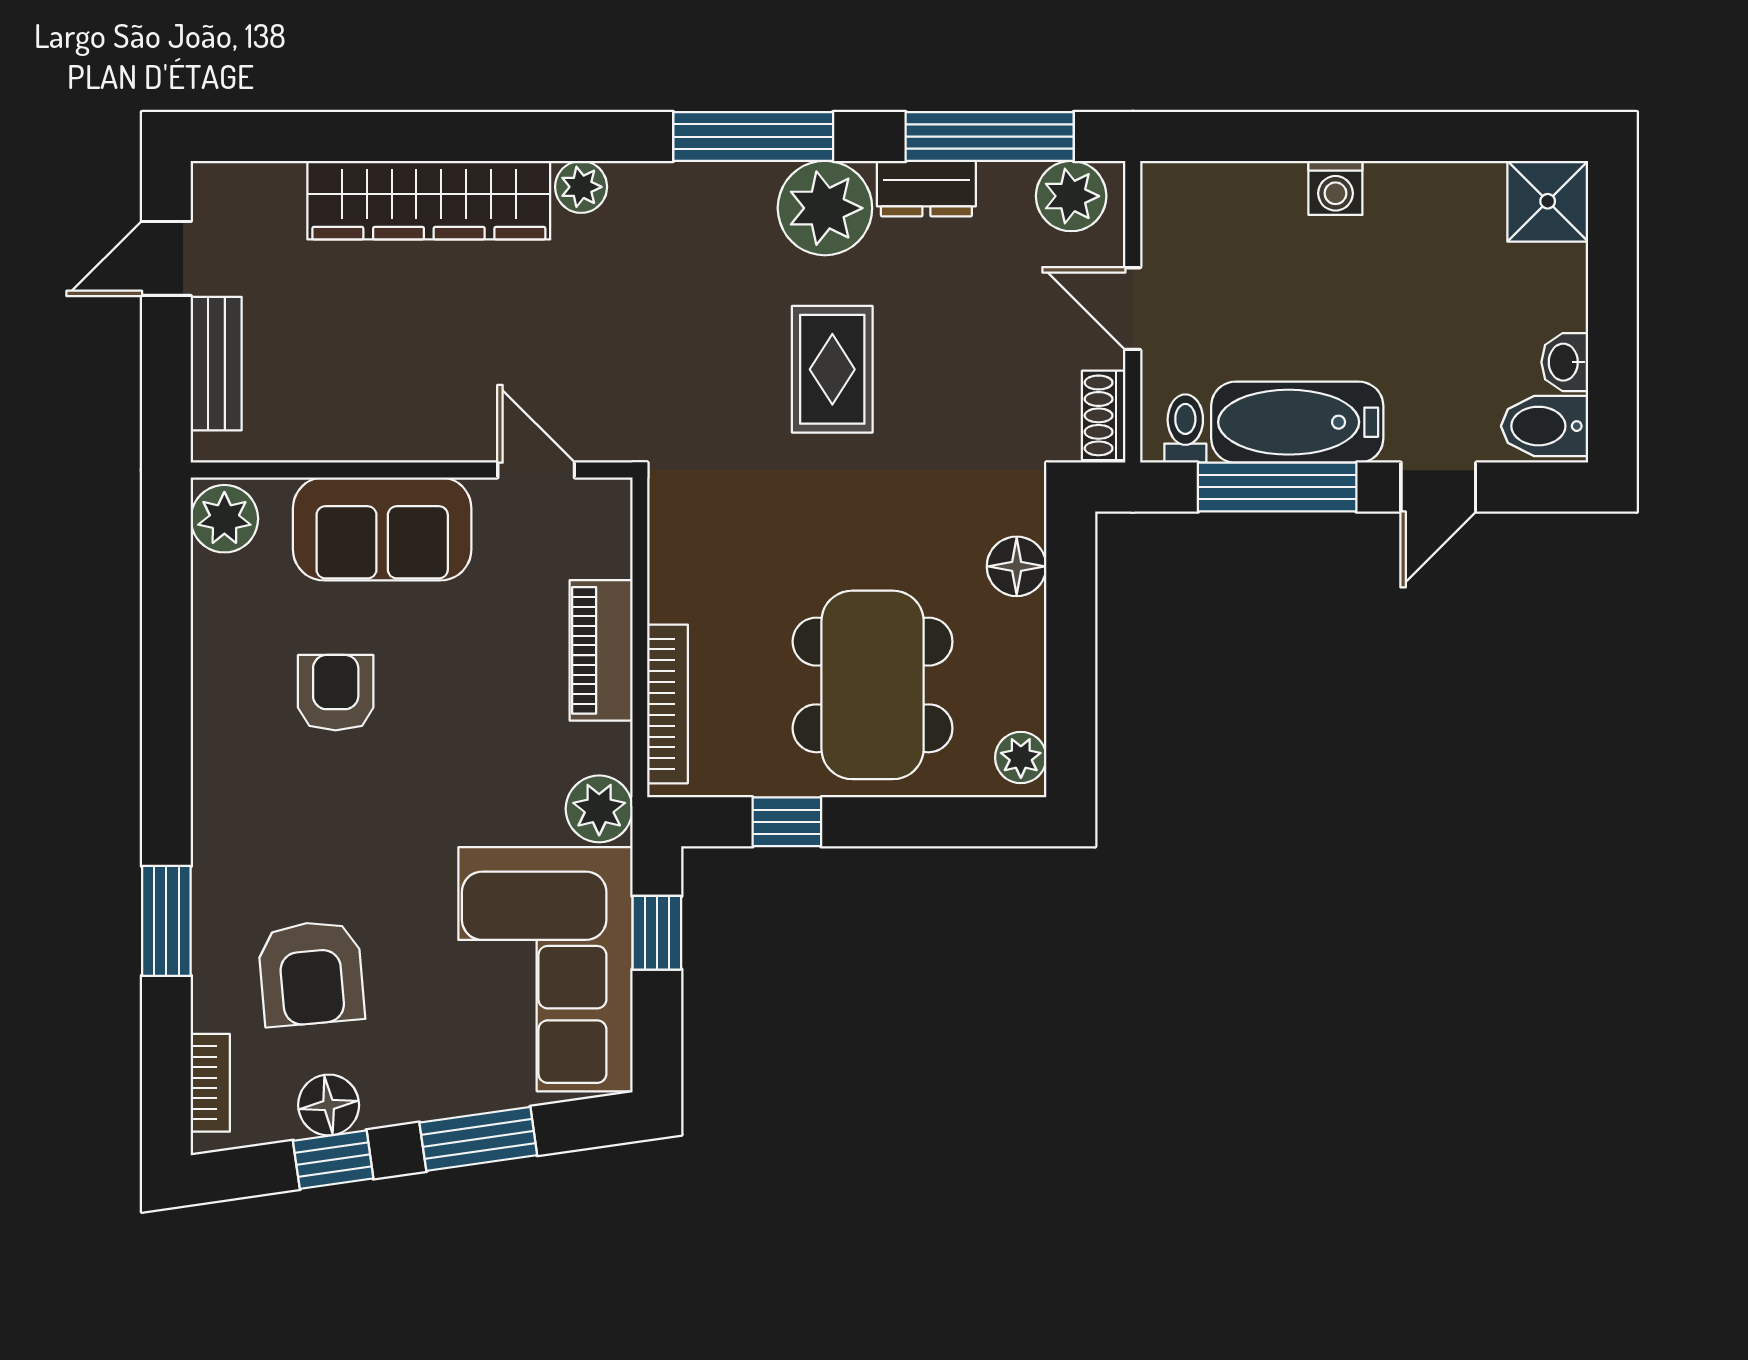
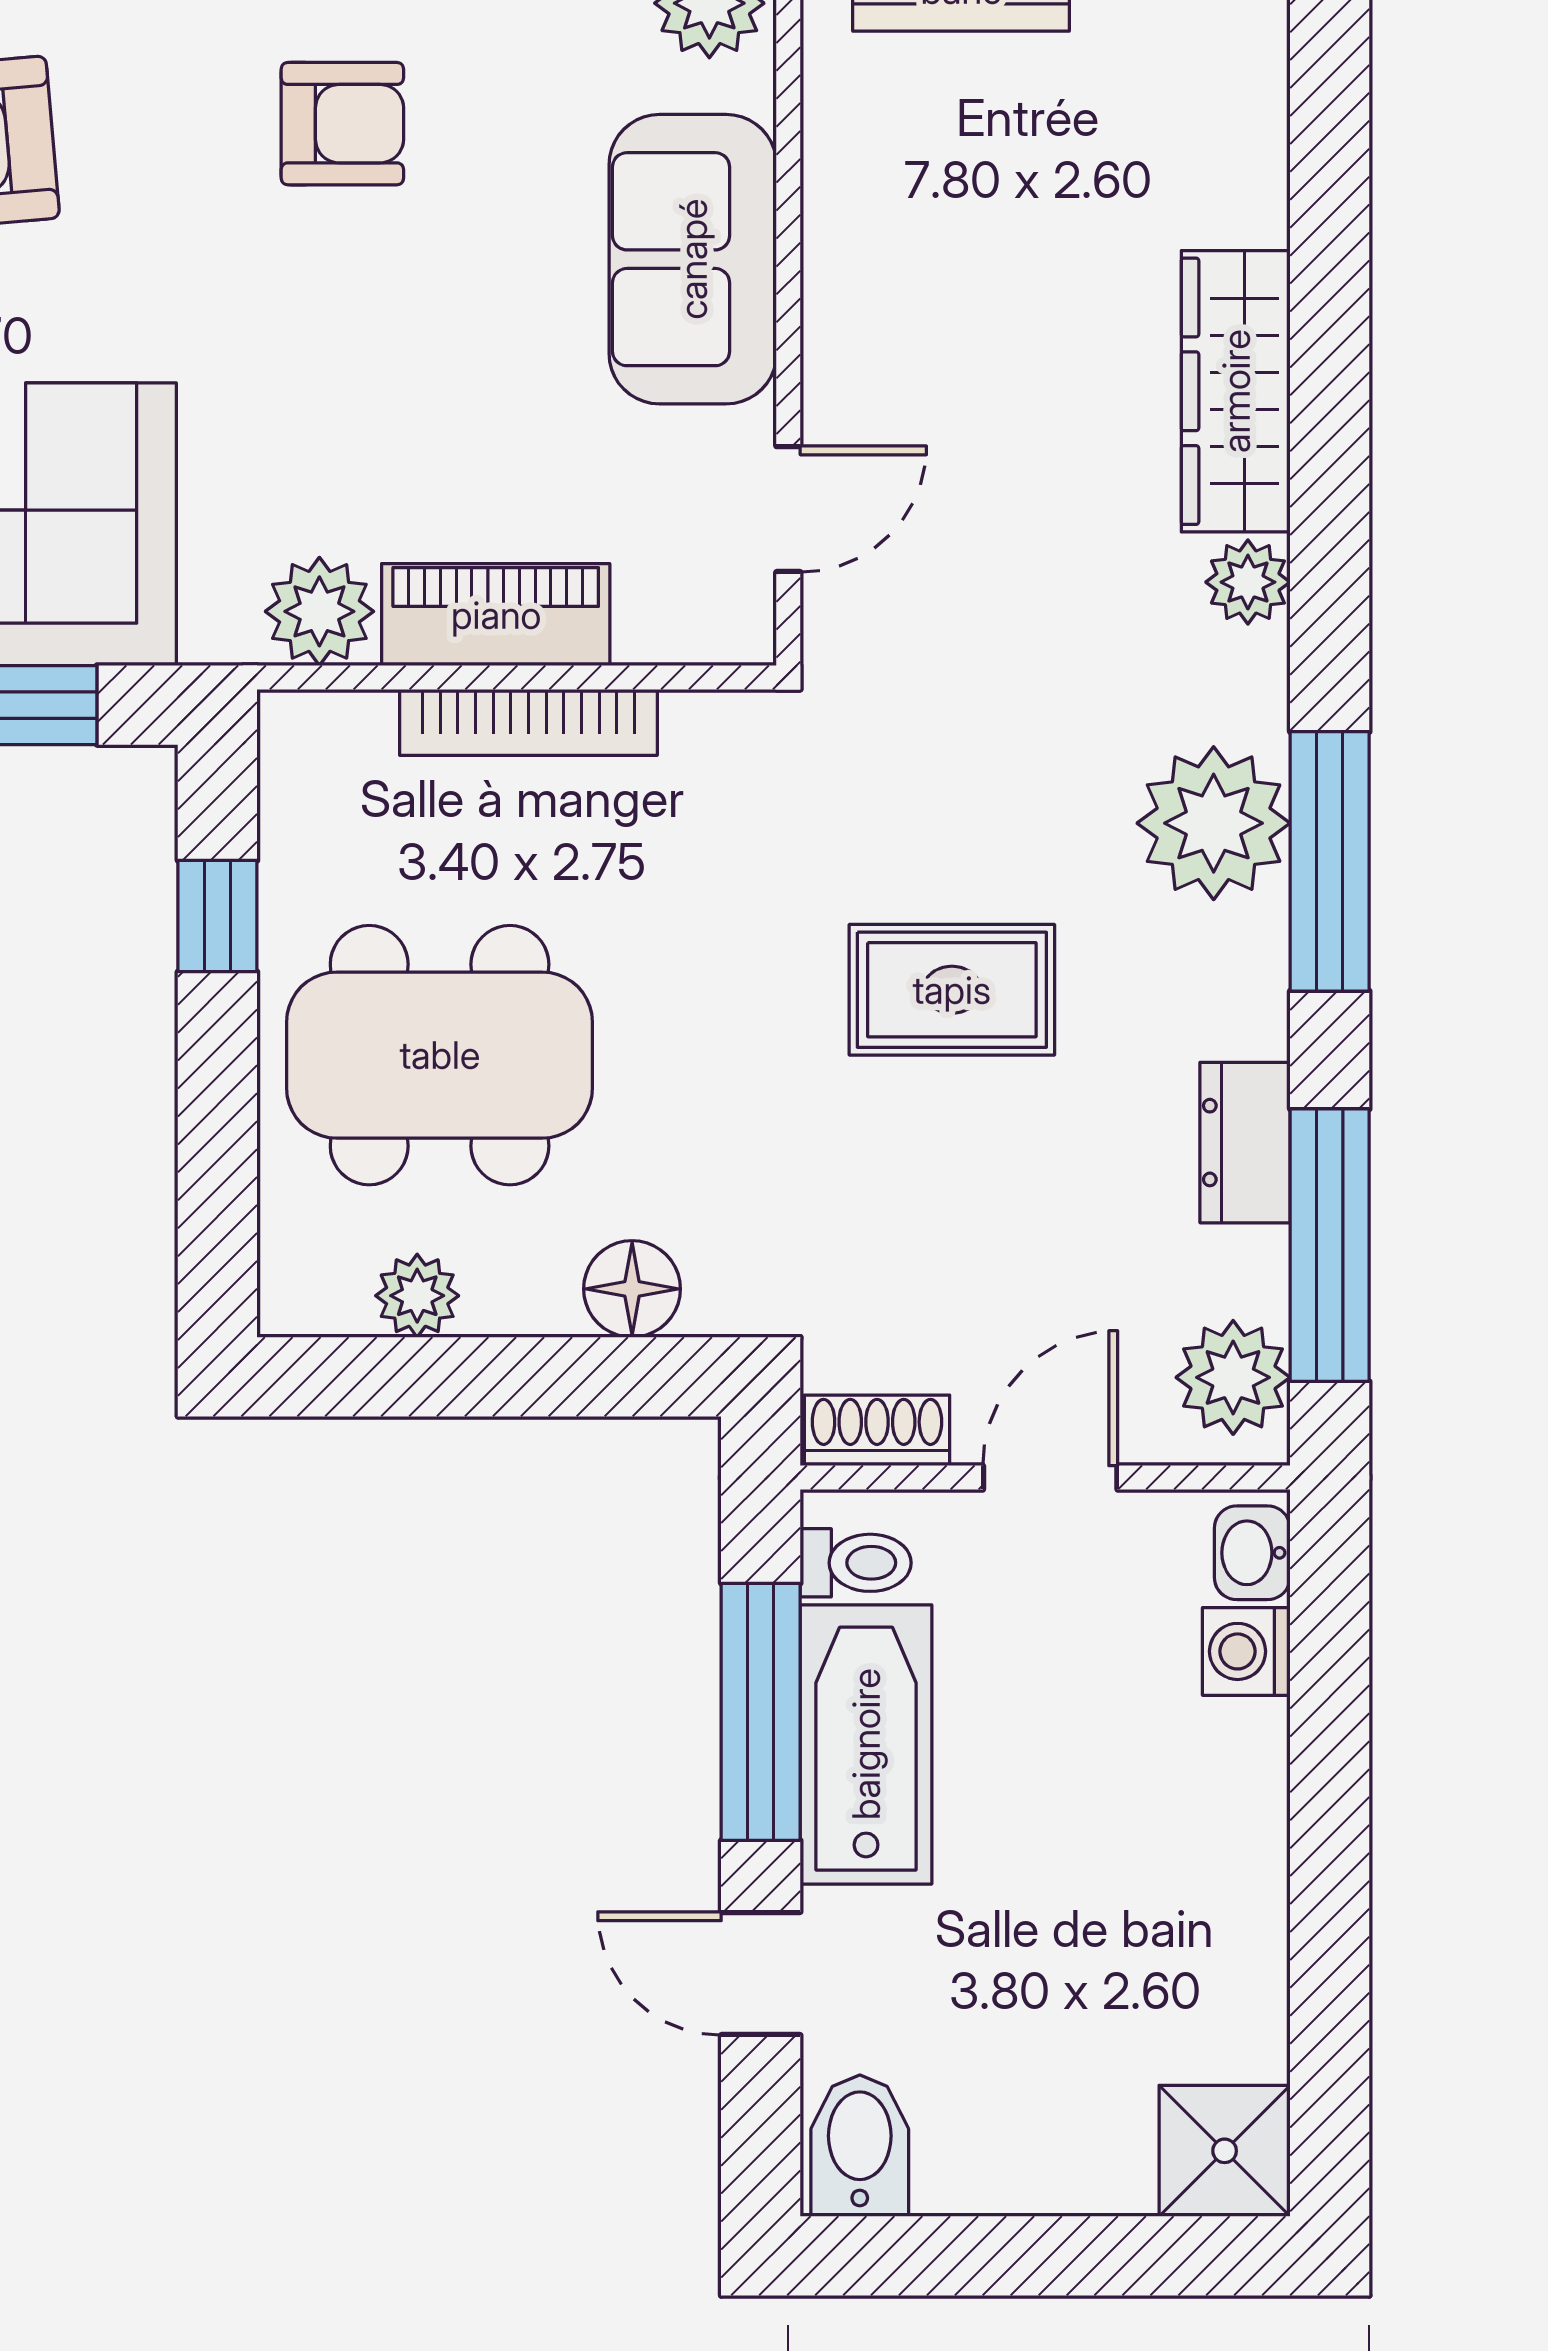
washing machine: (1335, 188) -> (1246, 1651), moved
wardrobe: (429, 200) -> (1236, 391), width x0.71, depth x0.85
plant: (825, 208) -> (1214, 823), moved
washbasin: (1565, 362) -> (1252, 1553), moved, turned -90
armchair: (336, 693) -> (342, 124), moved
bookcase: (667, 704) -> (528, 722), moved
plant: (1021, 758) -> (417, 1296), moved
plant: (599, 809) -> (319, 611), moved

